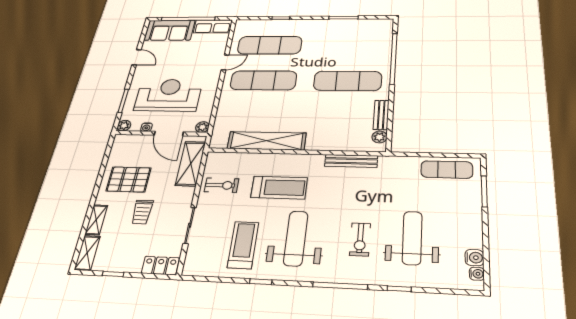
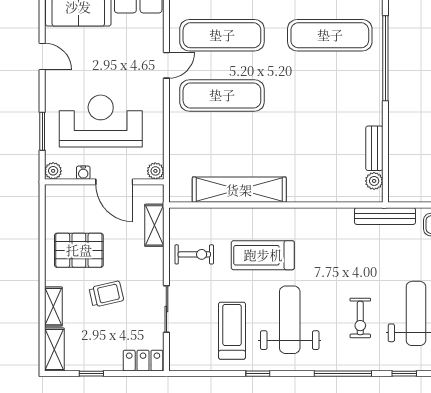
exercise mat: (348, 81) -> (330, 35), moved
bench: (351, 161) -> (385, 216), moved
shelving: (191, 164) -> (154, 225), width x0.67, depth x0.75
treadmill: (279, 188) -> (263, 255), turned 180
trolley: (142, 212) -> (106, 294), turned -103

